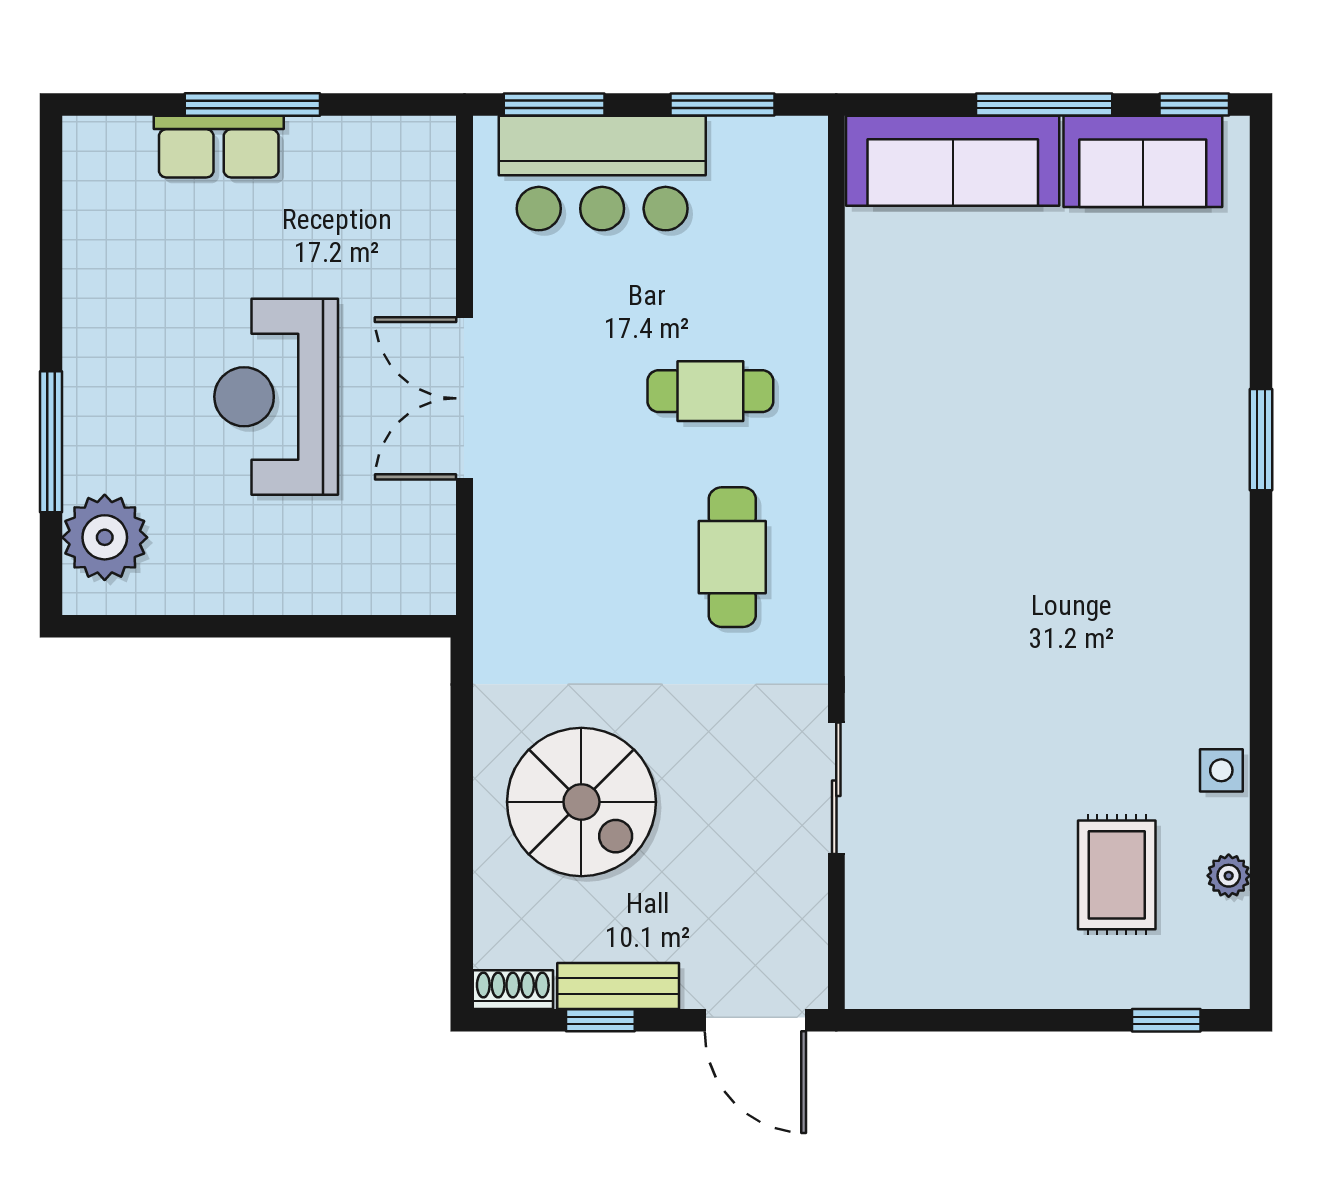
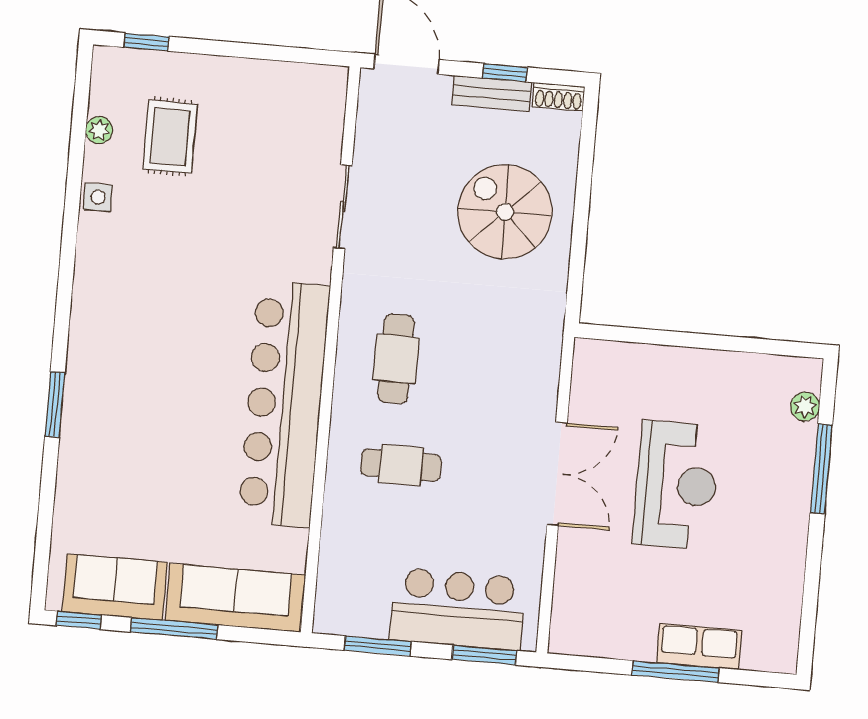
bar counter: (902, 471) -> (284, 404), added
plant: (105, 537) -> (805, 406), width x0.53, depth x0.53

